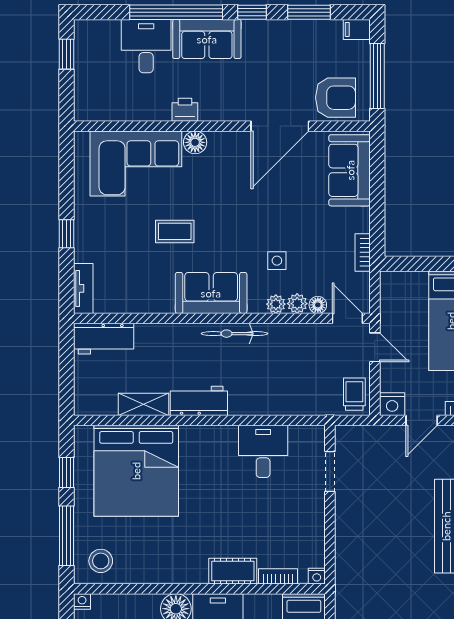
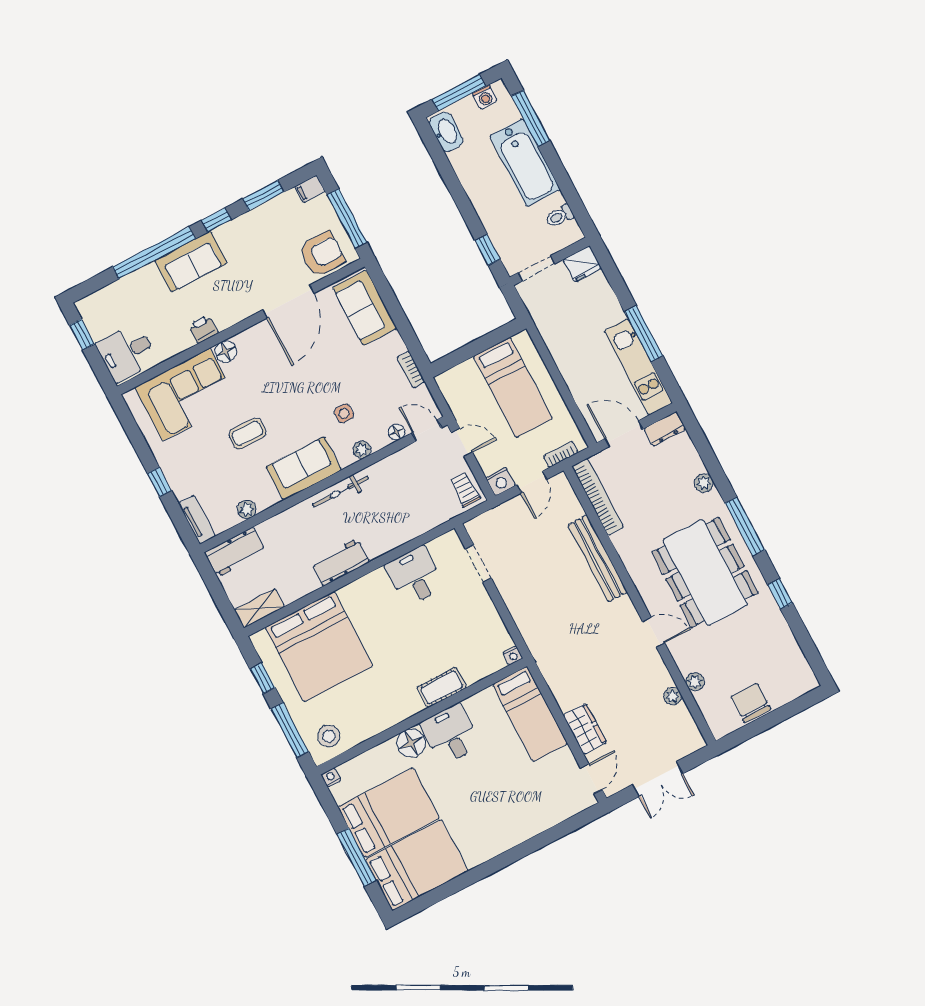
desk: (146, 46) -> (127, 352), moved, turned -90
plant: (297, 304) -> (247, 509), moved
shelving: (144, 404) -> (259, 608), moved
bookcase: (278, 576) -> (481, 672), removed

